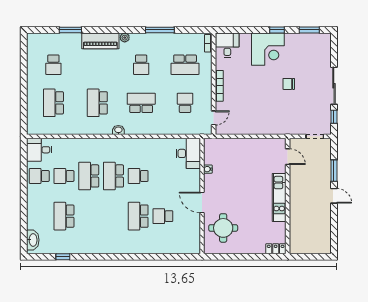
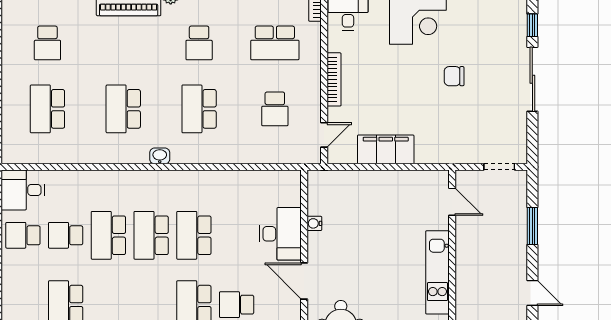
school desk: (141, 103) -> (199, 109), turned -90
school desk: (185, 103) -> (275, 109), turned 180
window: (334, 117) -> (532, 25), moved
filing cabinet: (249, 126) -> (386, 149), added
desk: (188, 153) -> (280, 234), moved
school desk: (138, 176) -> (194, 235), width x1.85
door: (334, 196) -> (532, 293), moved

